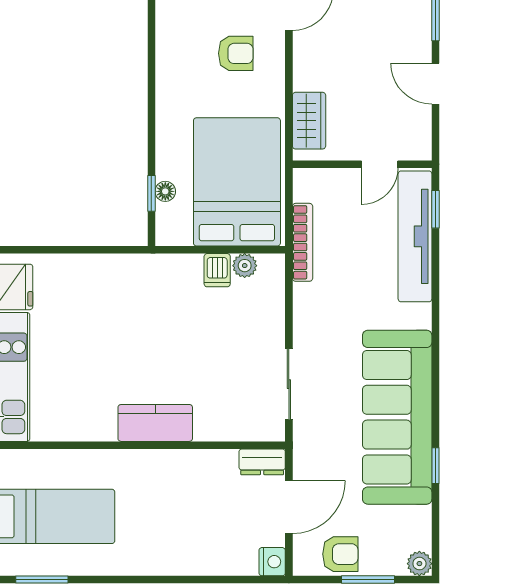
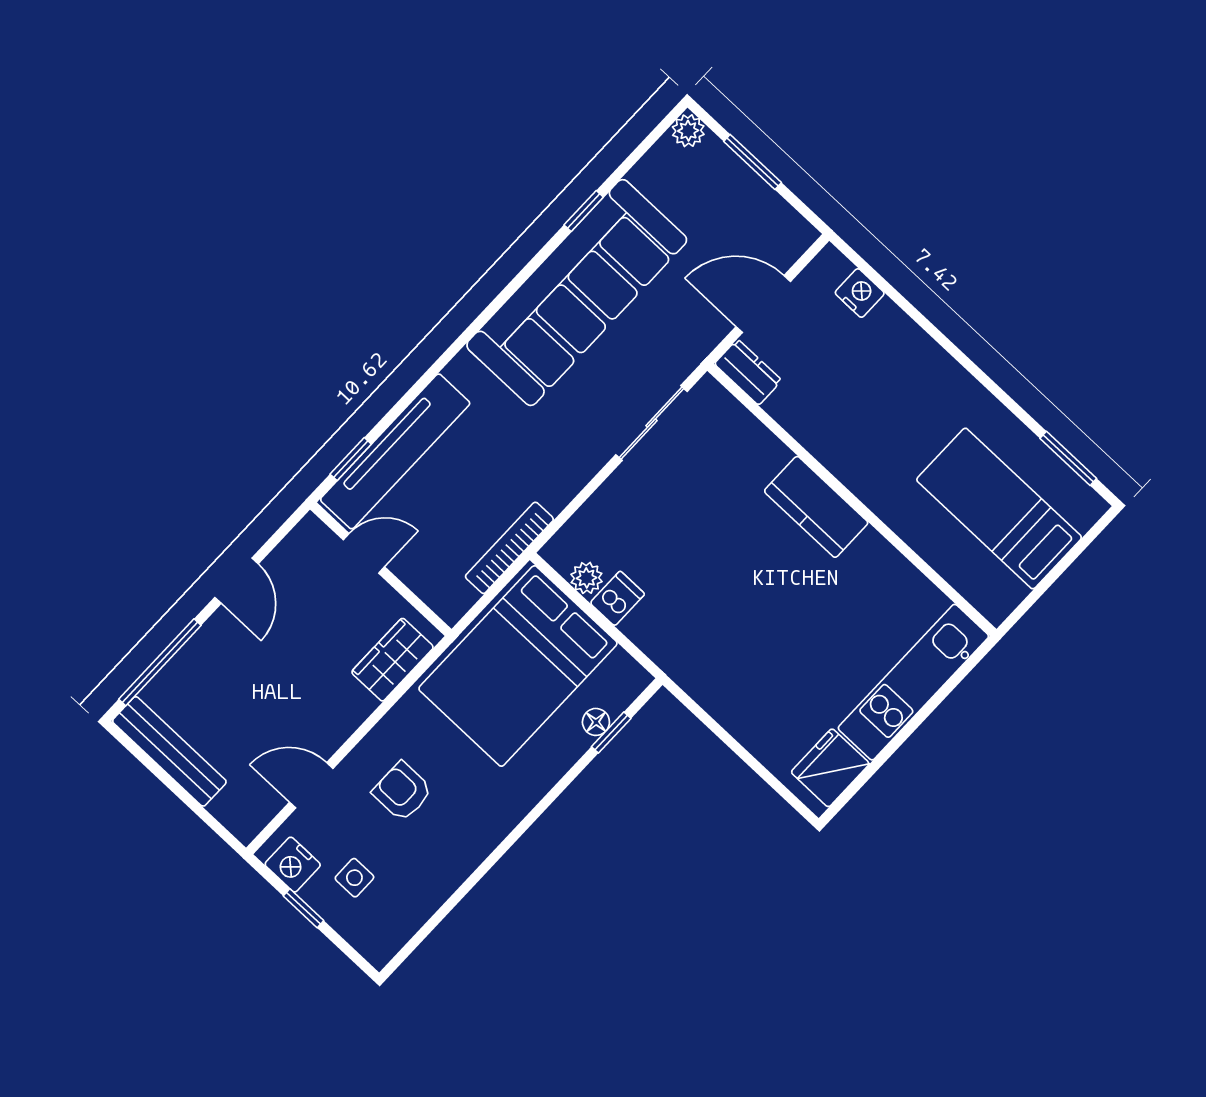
armchair: (340, 554) -> (756, 212), removed
nightstand: (272, 562) -> (860, 293), moved, turned 90

